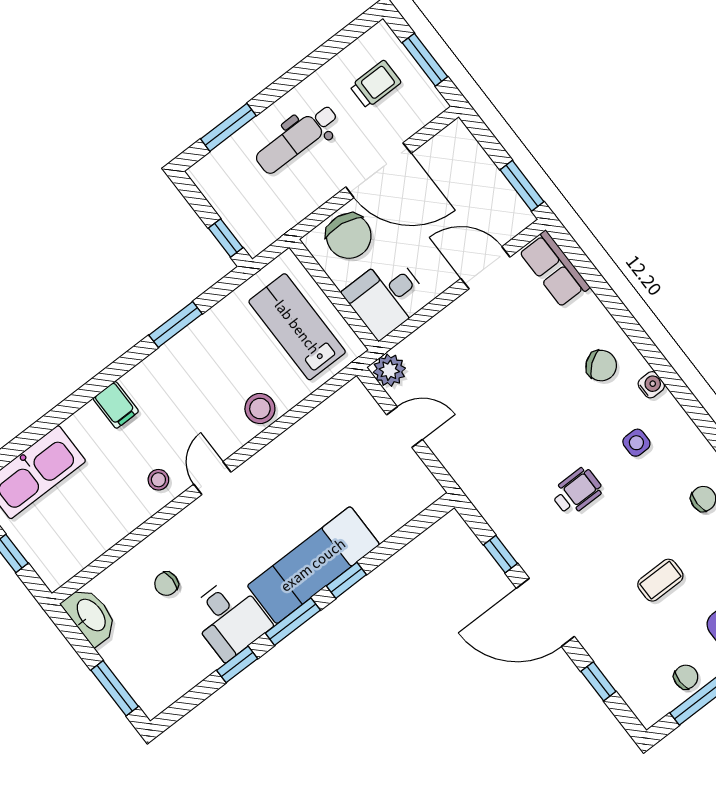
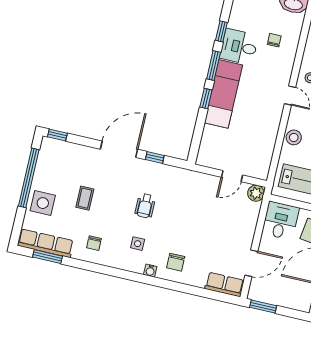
chair: (601, 366) -> (176, 262), turned -52
chair: (686, 677) -> (44, 169), removed
window: (598, 681) -> (57, 135), moved

